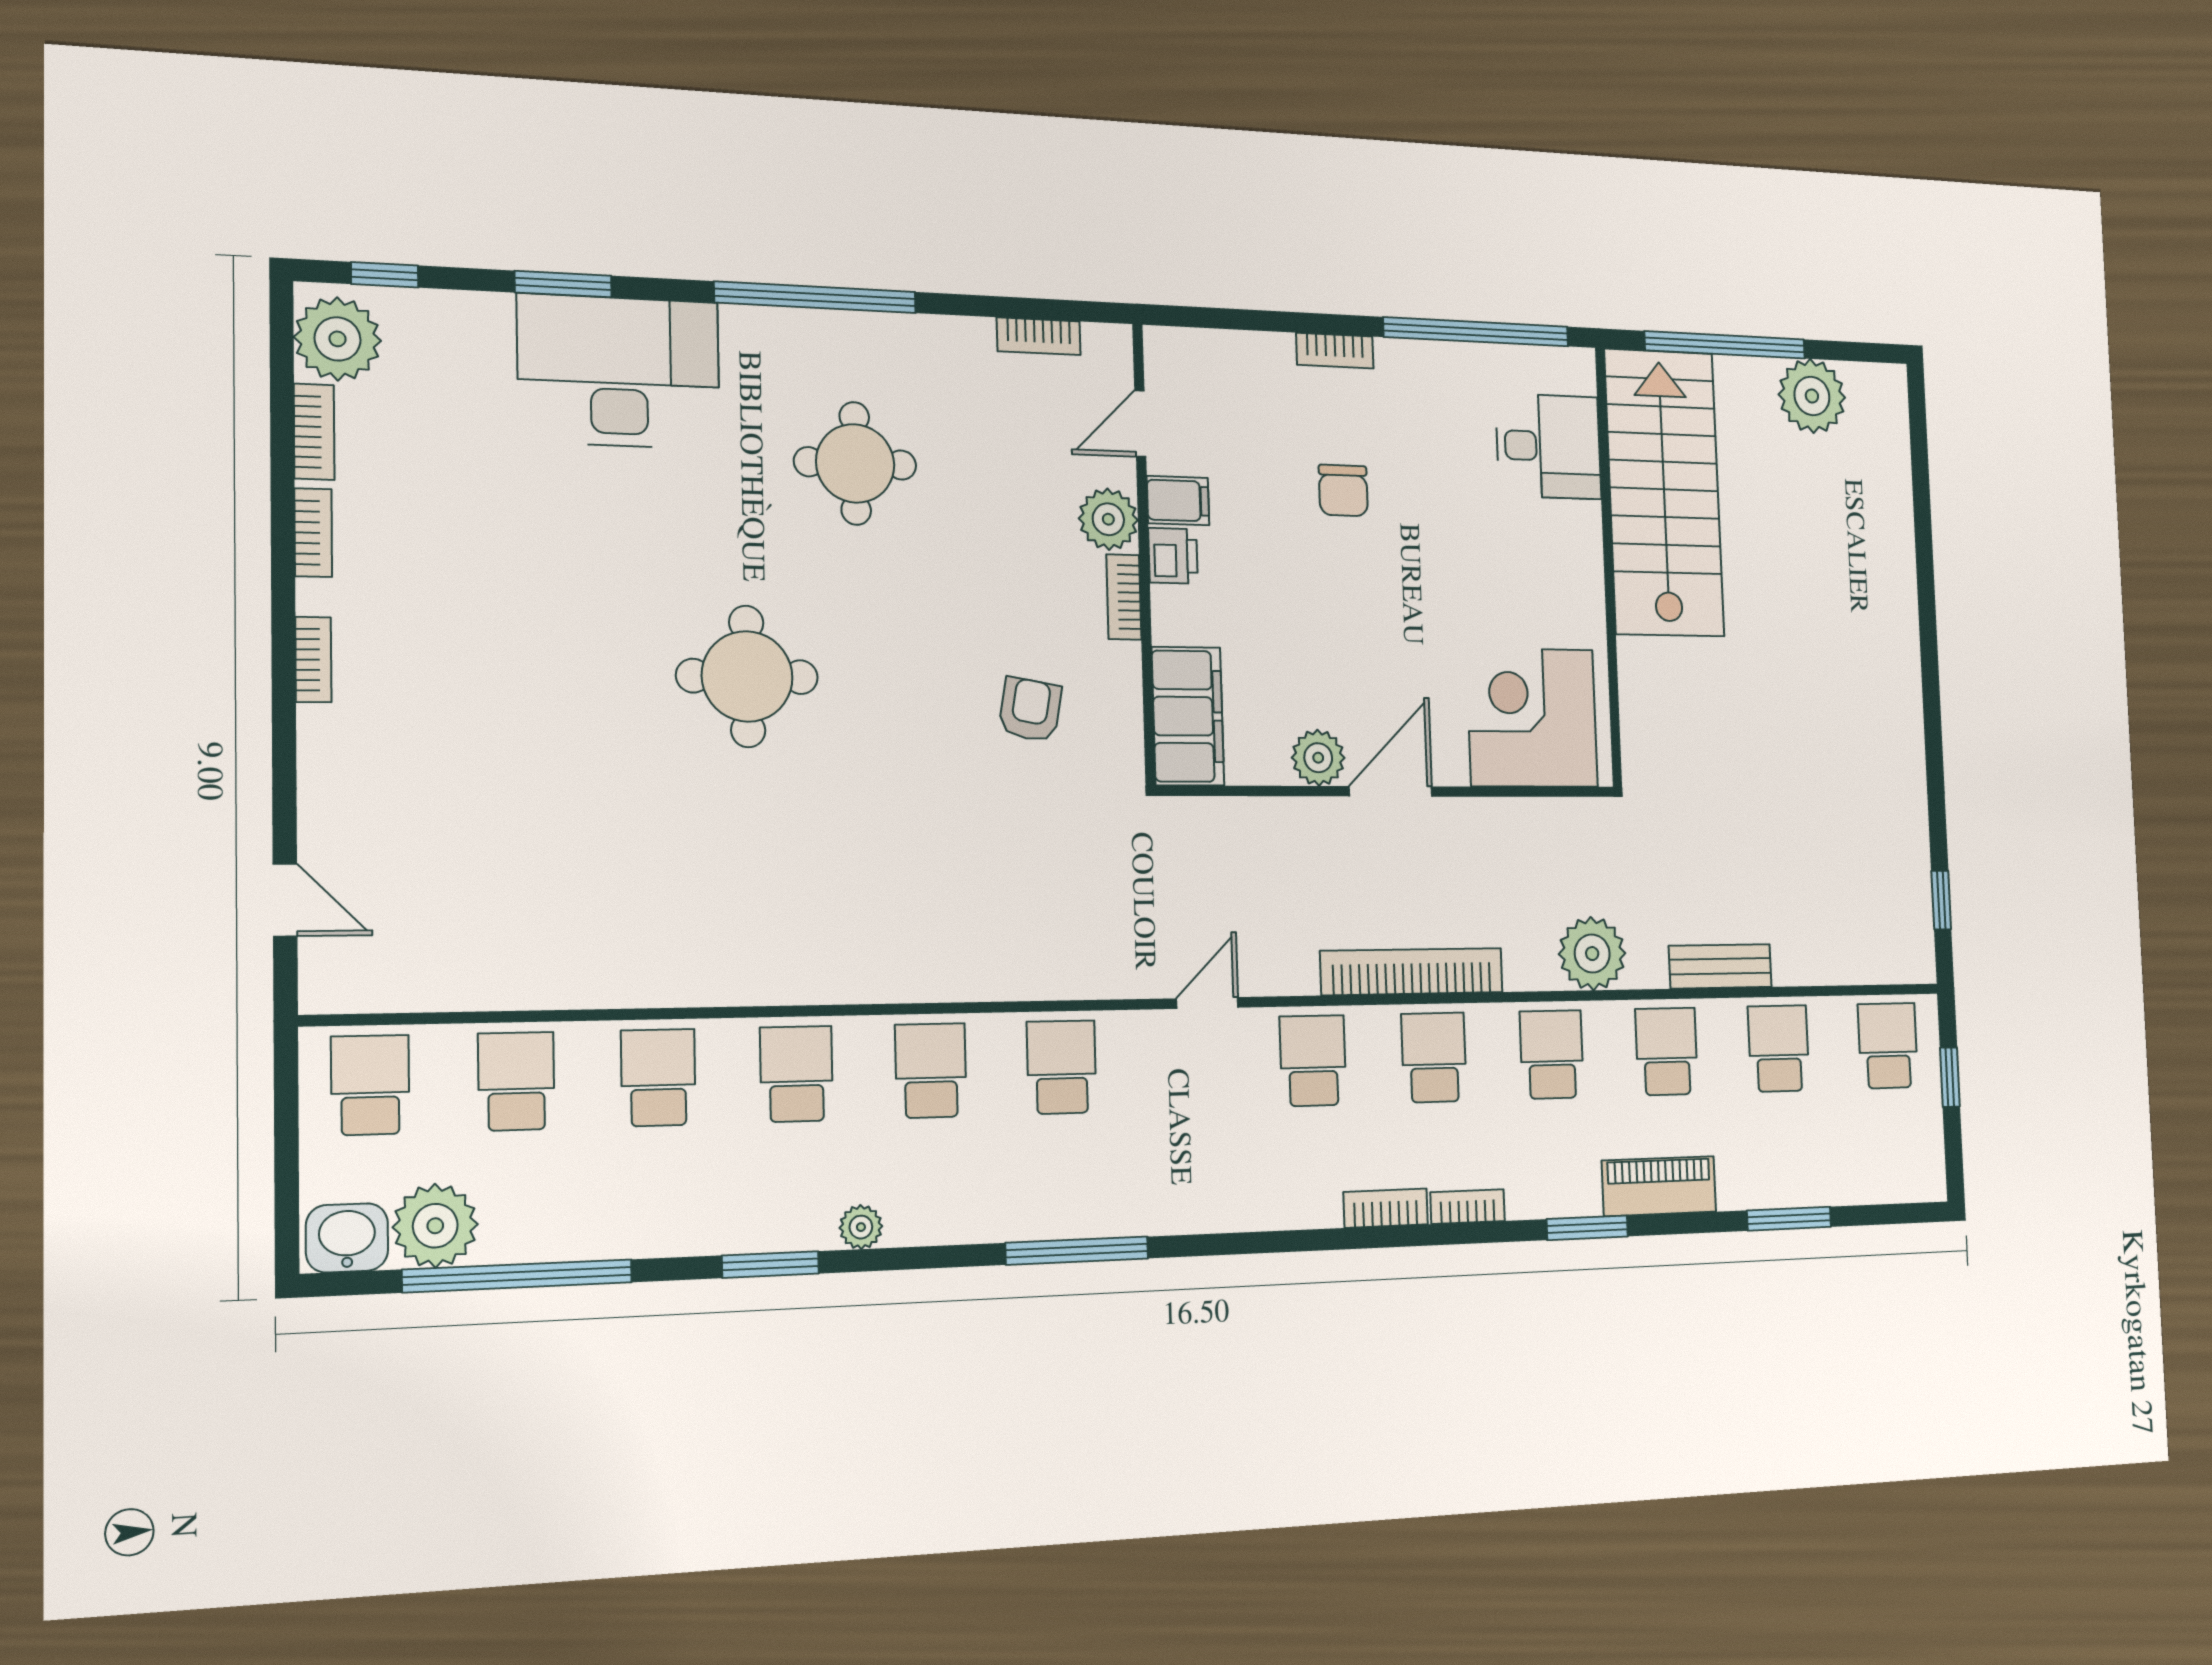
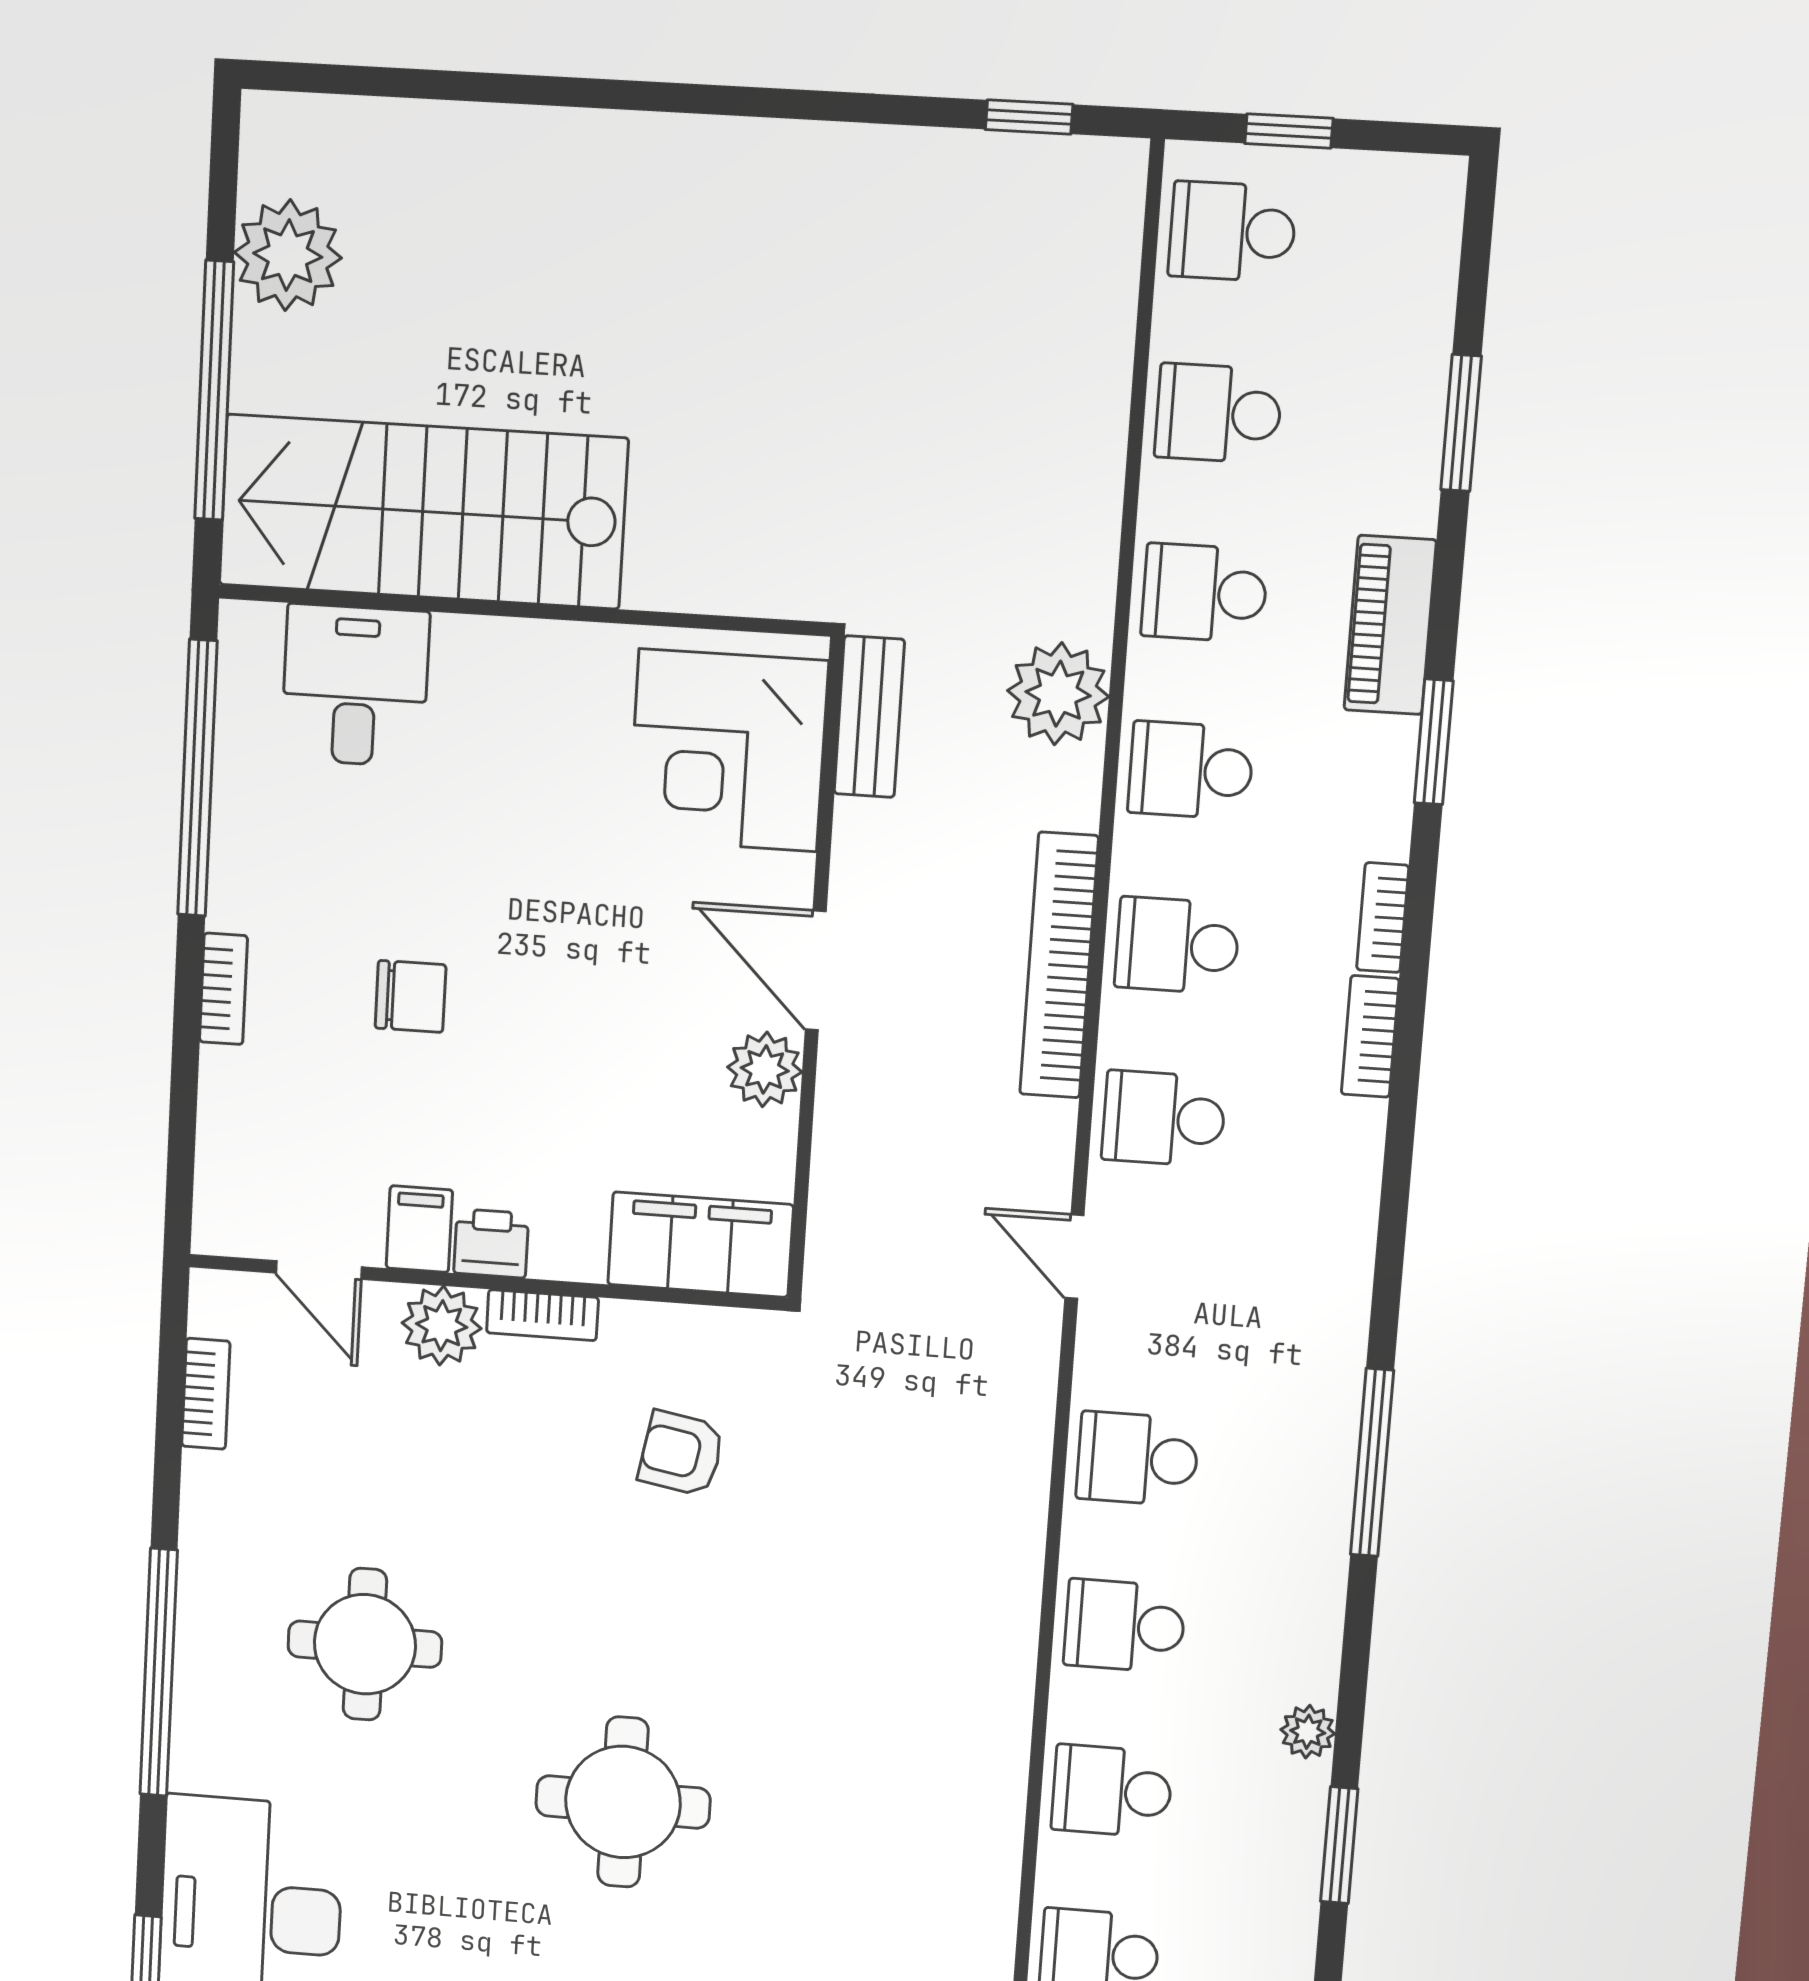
bench: (1720, 966) -> (869, 717), moved

